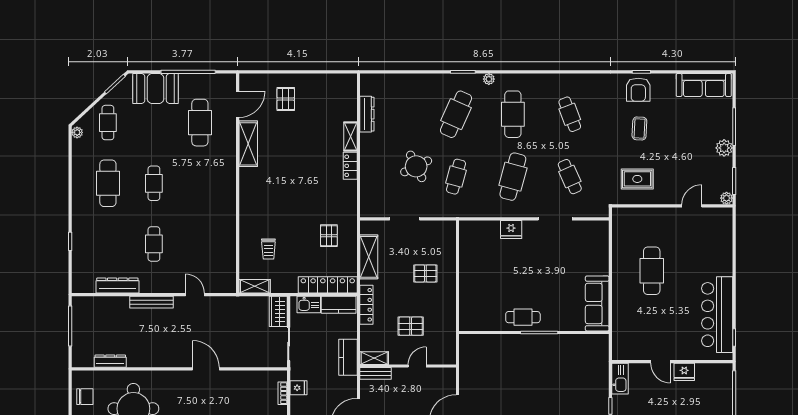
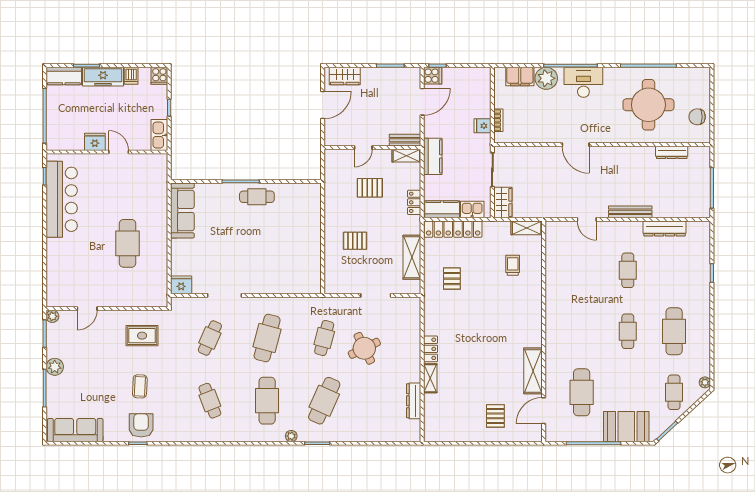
cafe table: (570, 177) -> (210, 338), turned 48
fridge: (511, 229) -> (181, 285), moved
locker: (366, 305) -> (414, 202), width x0.66

